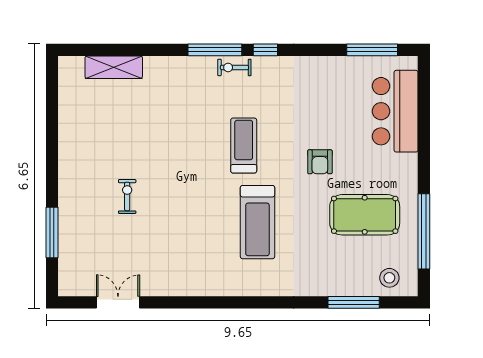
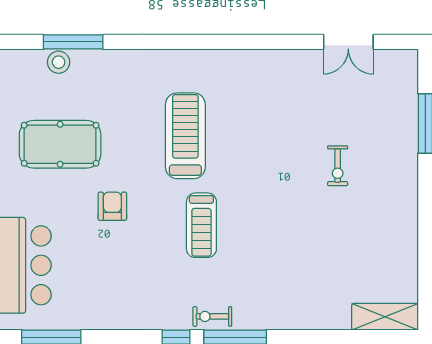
shelving: (114, 67) -> (385, 317), moved
exercise bike: (234, 67) -> (212, 316), turned 180
stool: (389, 278) -> (59, 62), moved

